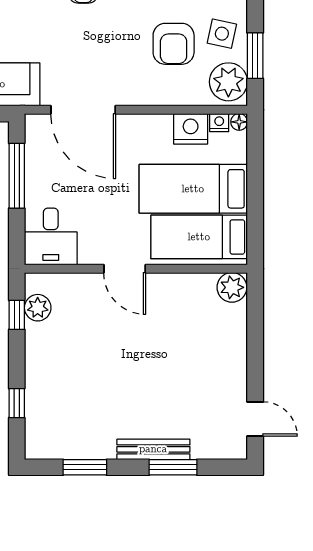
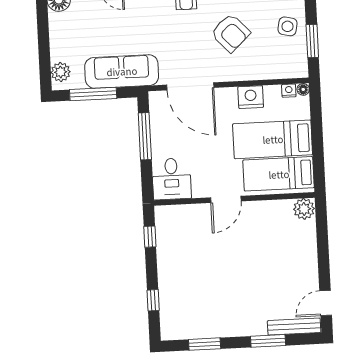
armchair: (174, 44) -> (230, 33), moved, turned -43
plant: (228, 82) -> (294, 61), removed
nightstand: (191, 129) -> (251, 97), moved
door: (125, 269) -> (226, 199), hinge flipped
plant: (38, 308) -> (165, 231), removed
door: (255, 419) -> (326, 303), swing flipped
bench: (153, 449) -> (294, 327), moved

